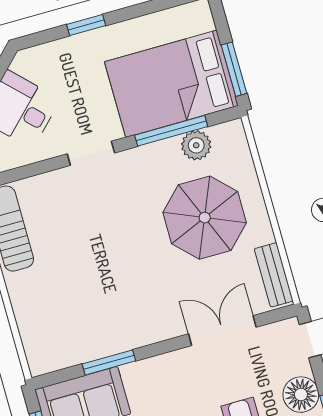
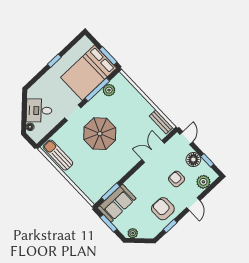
window: (86, 25) -> (54, 61), moved
parasol: (205, 218) -> (100, 134), moved
window: (109, 362) -> (111, 192), moved

